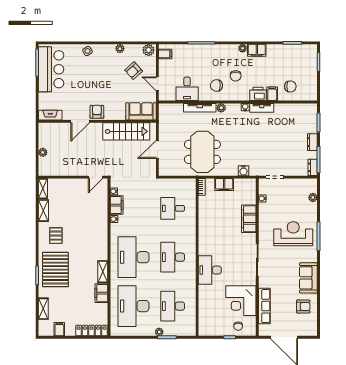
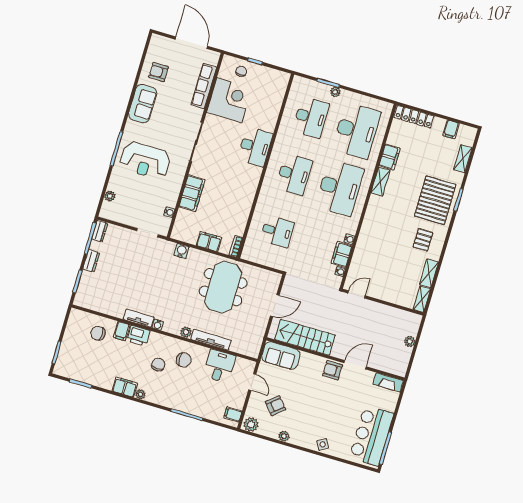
armchair: (97, 112) -> (332, 370), turned 90

